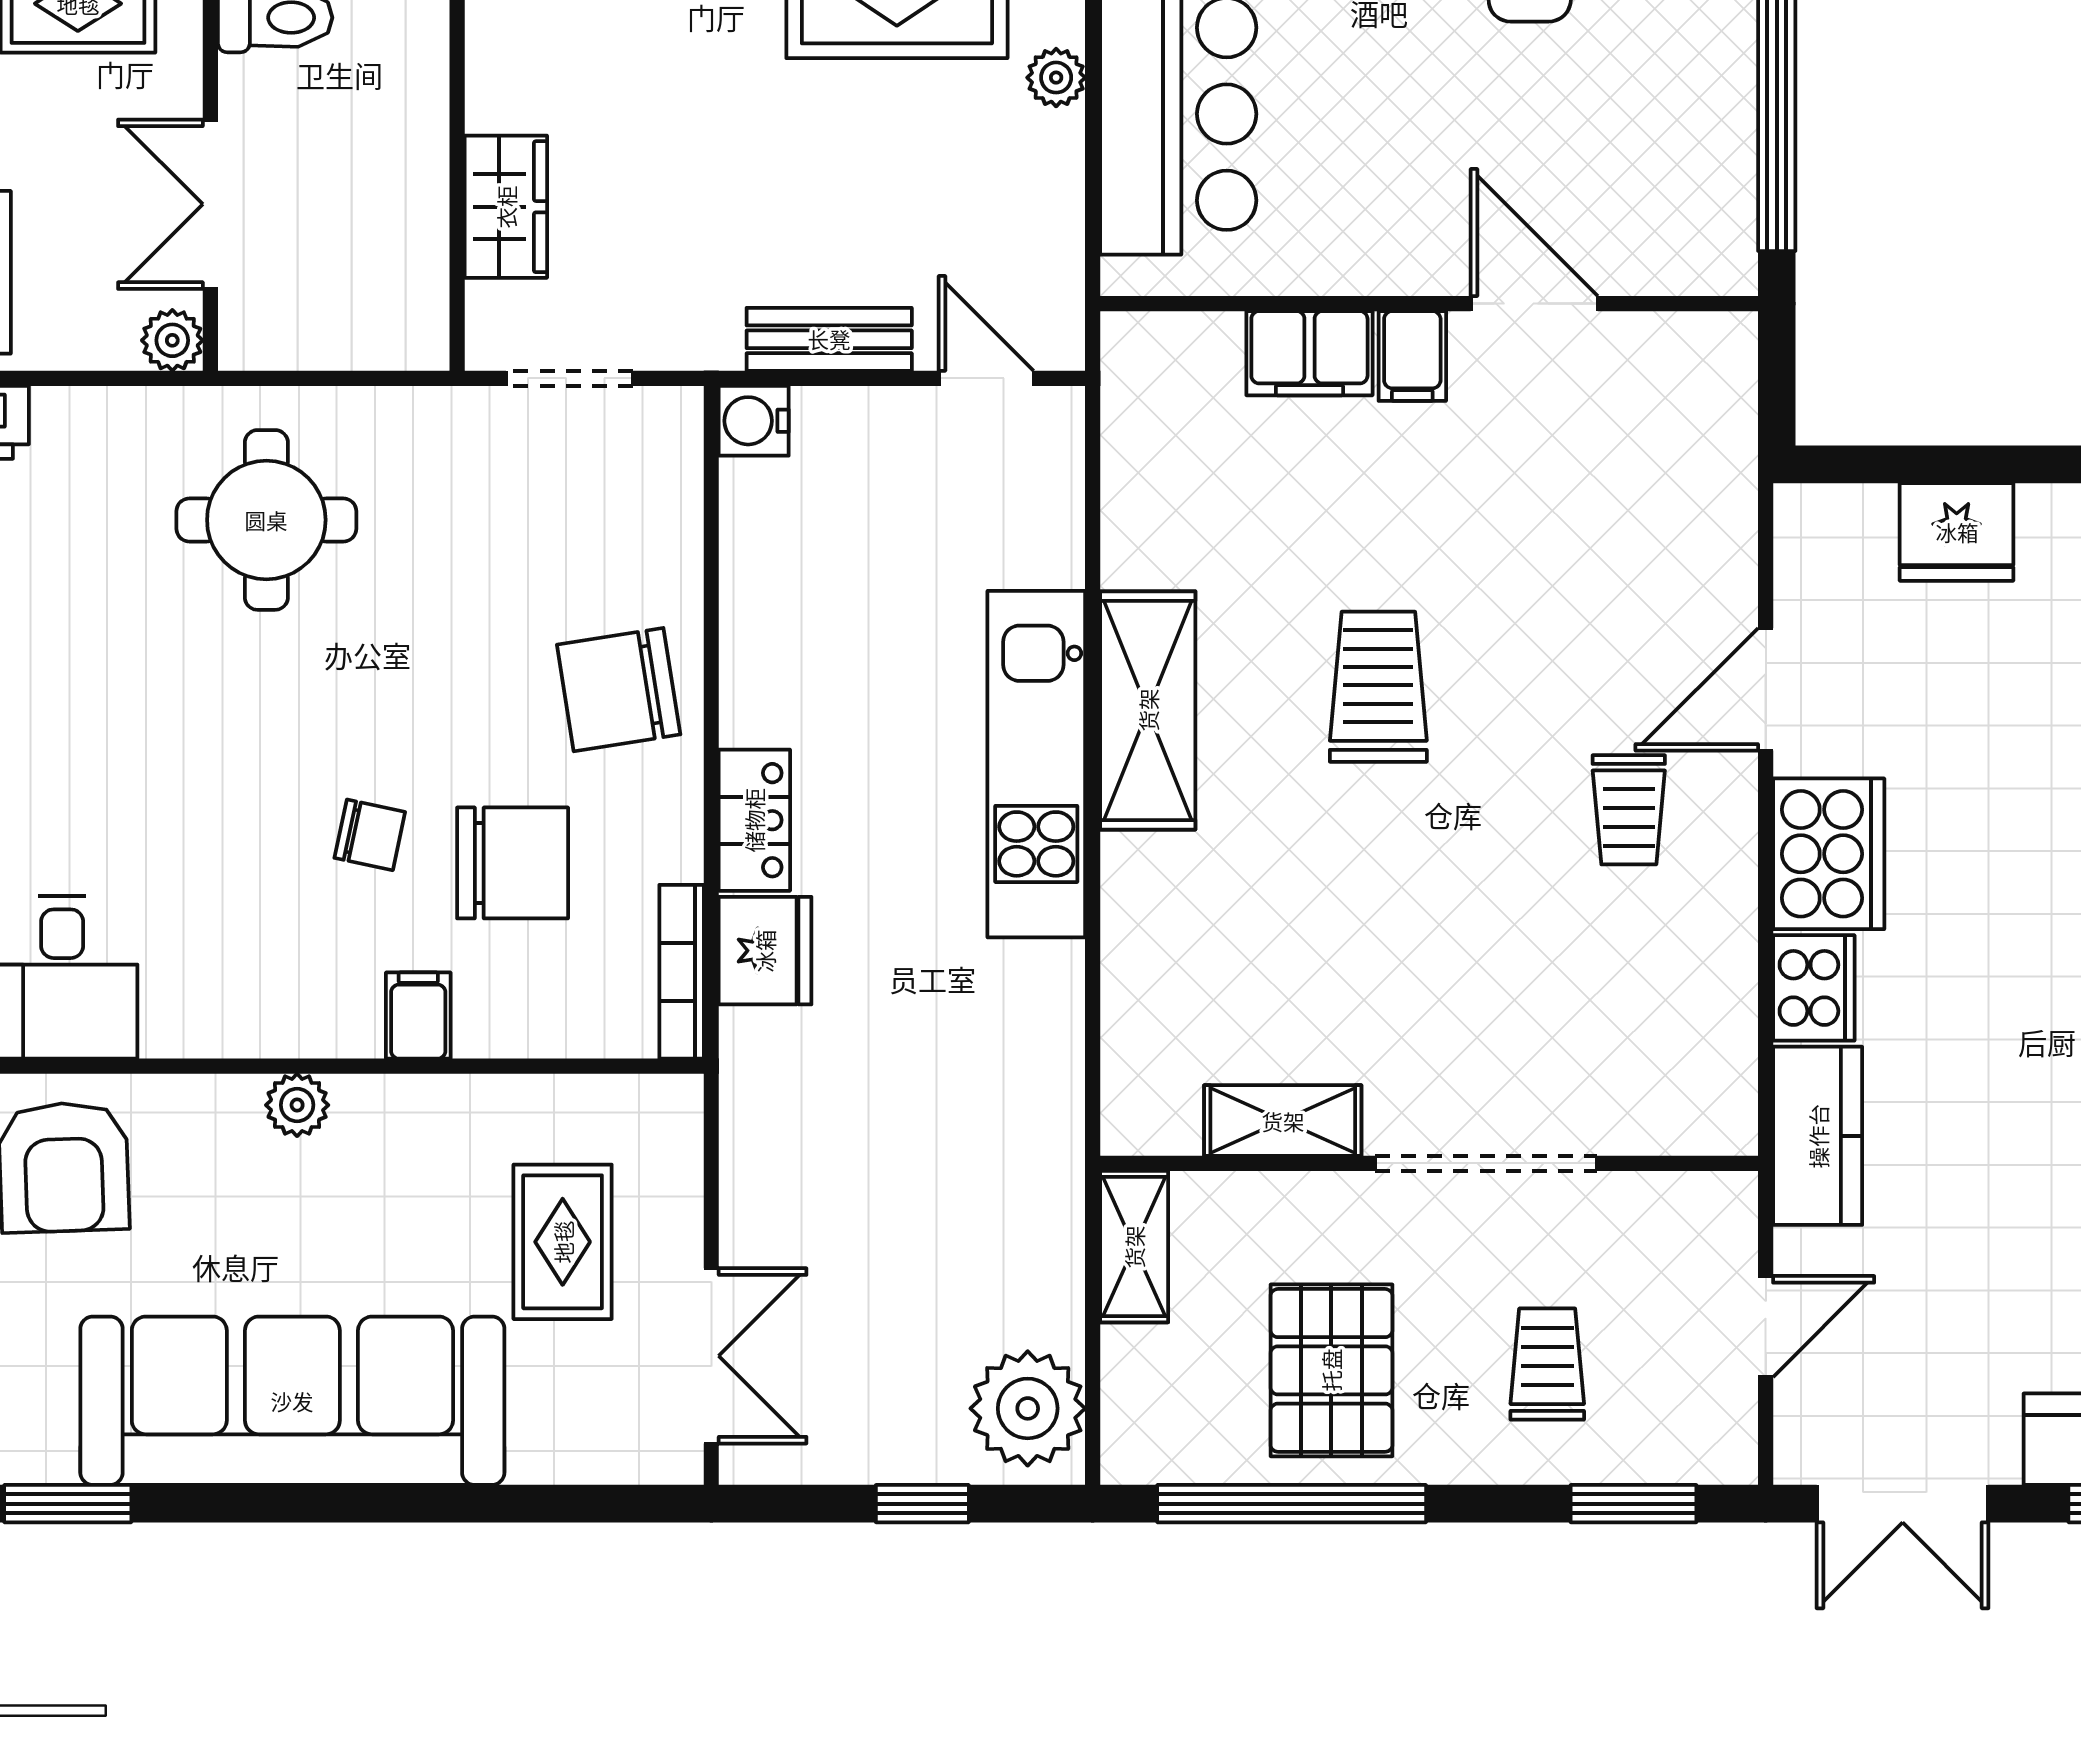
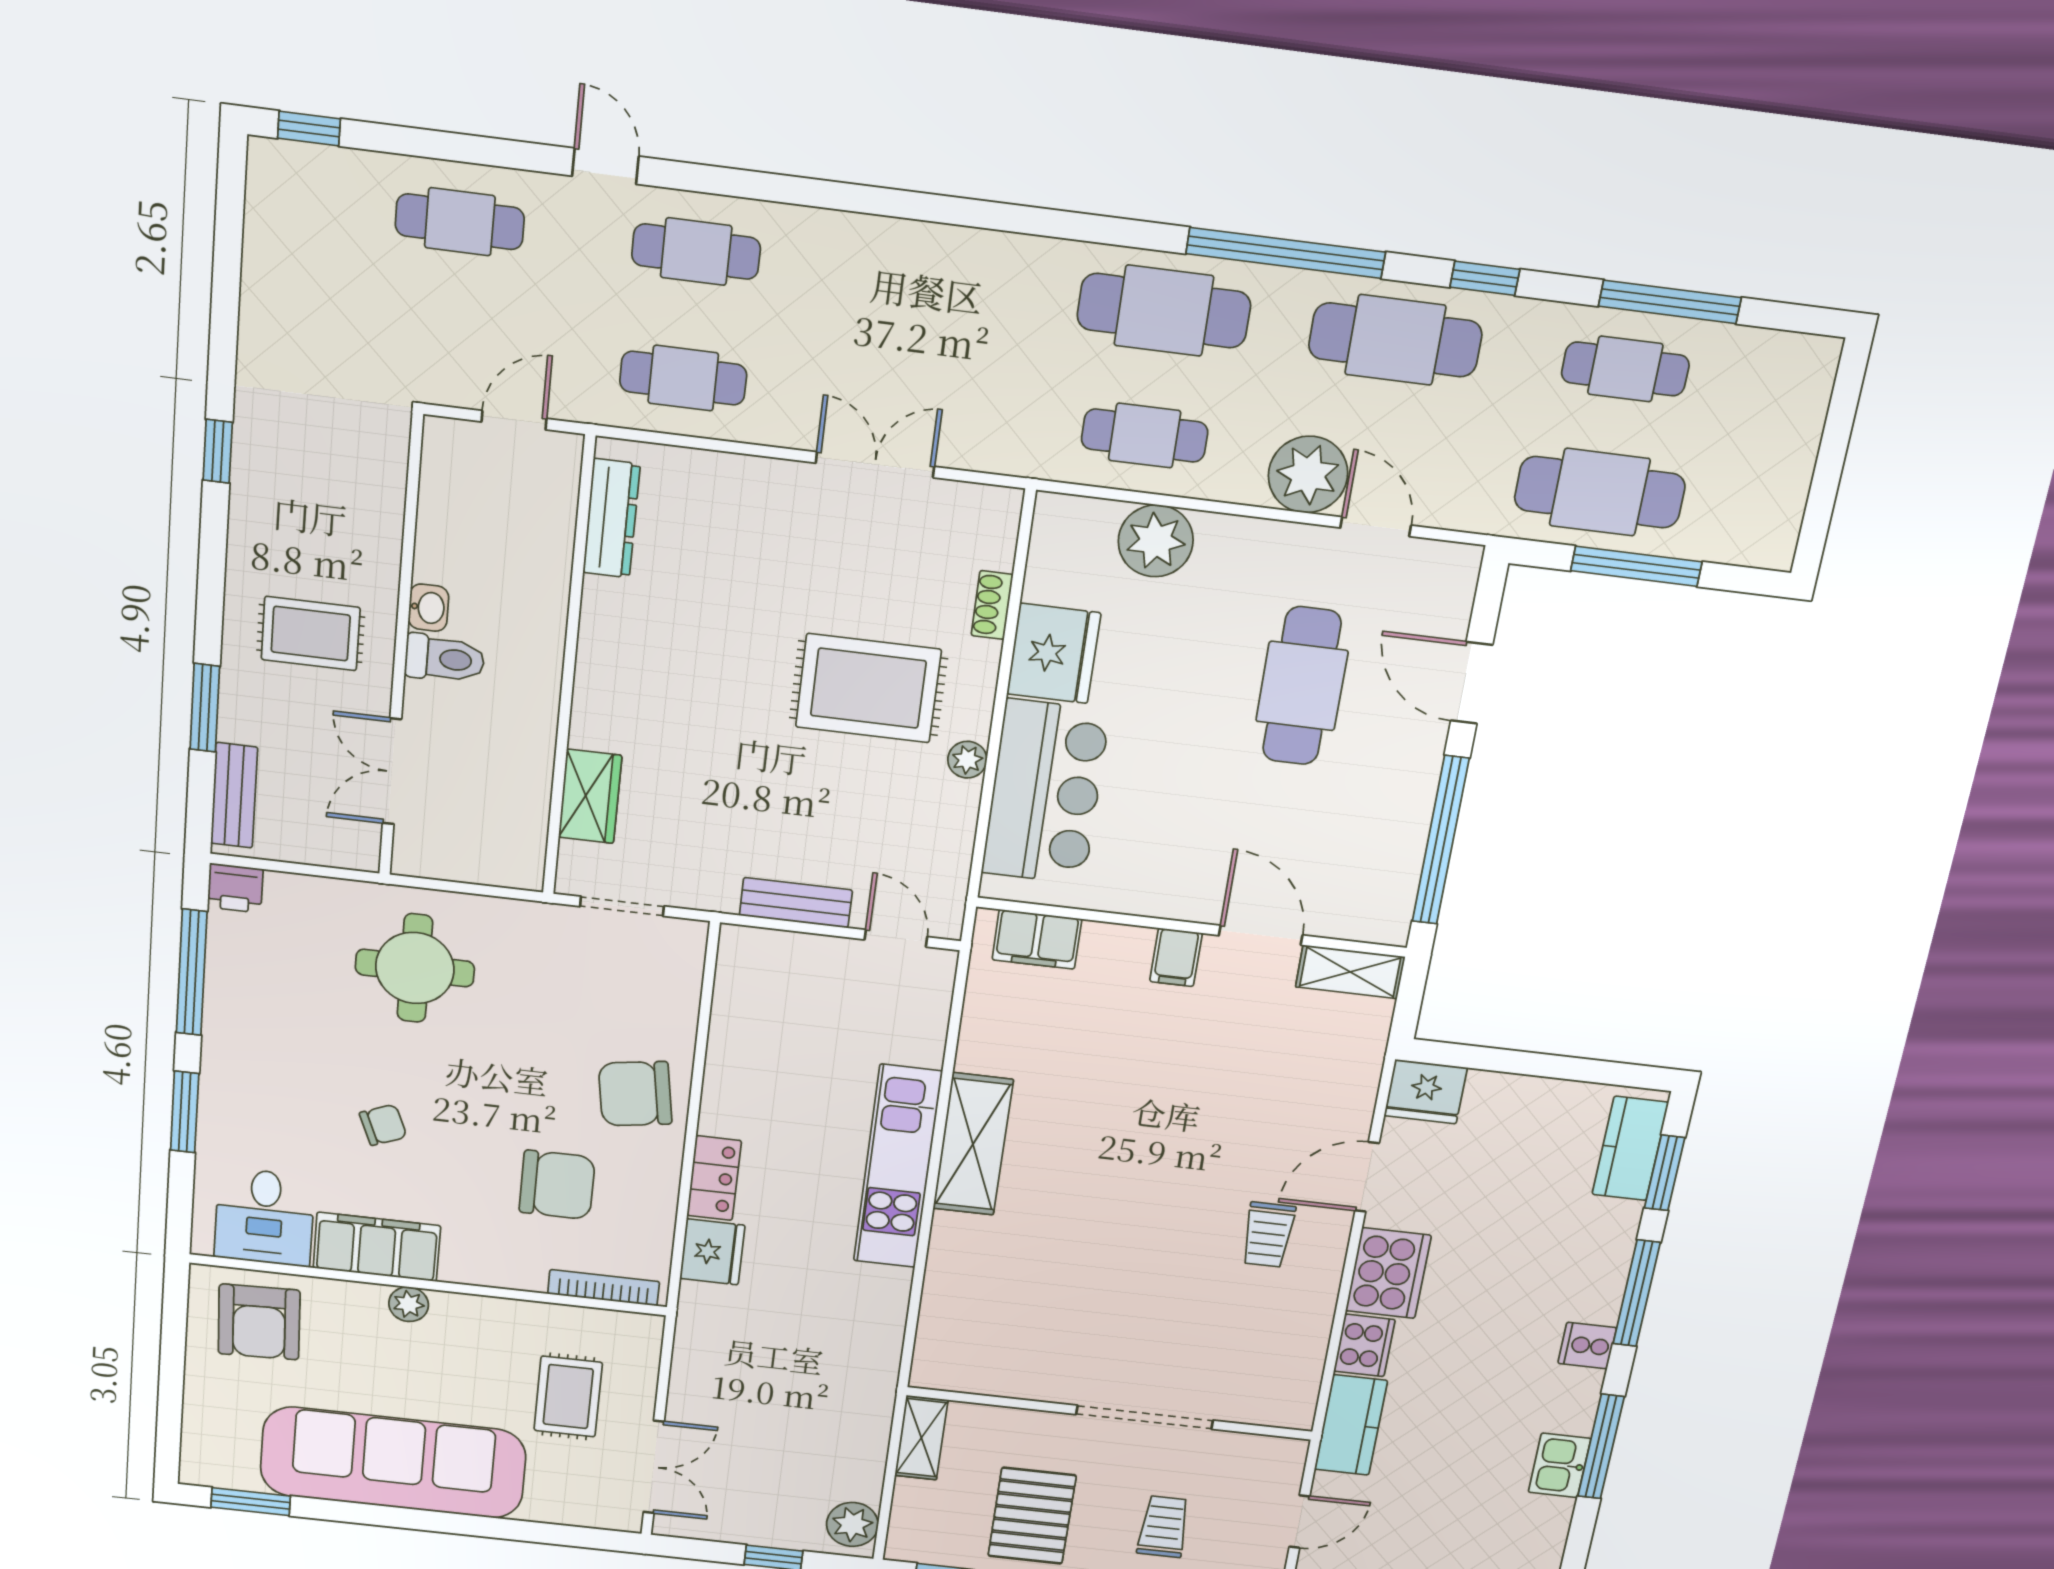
plant: (172, 340) -> (361, 852), removed
filing cabinet: (1309, 353) -> (1037, 939), moved
water cooler: (754, 421) -> (740, 946), removed
fridge: (1957, 532) -> (1426, 1092), moved
trolley: (1378, 687) -> (1122, 1147), removed
chair: (370, 835) -> (383, 1125), moved, turned -34
bookcase: (682, 972) -> (604, 1288), moved, turned 90
filing cabinet: (418, 1016) -> (377, 1247), moved, width x3.00, depth x1.17
shelving: (1283, 1121) -> (1350, 972), moved
plant: (1028, 1408) -> (852, 1524), width x0.73, depth x0.73

